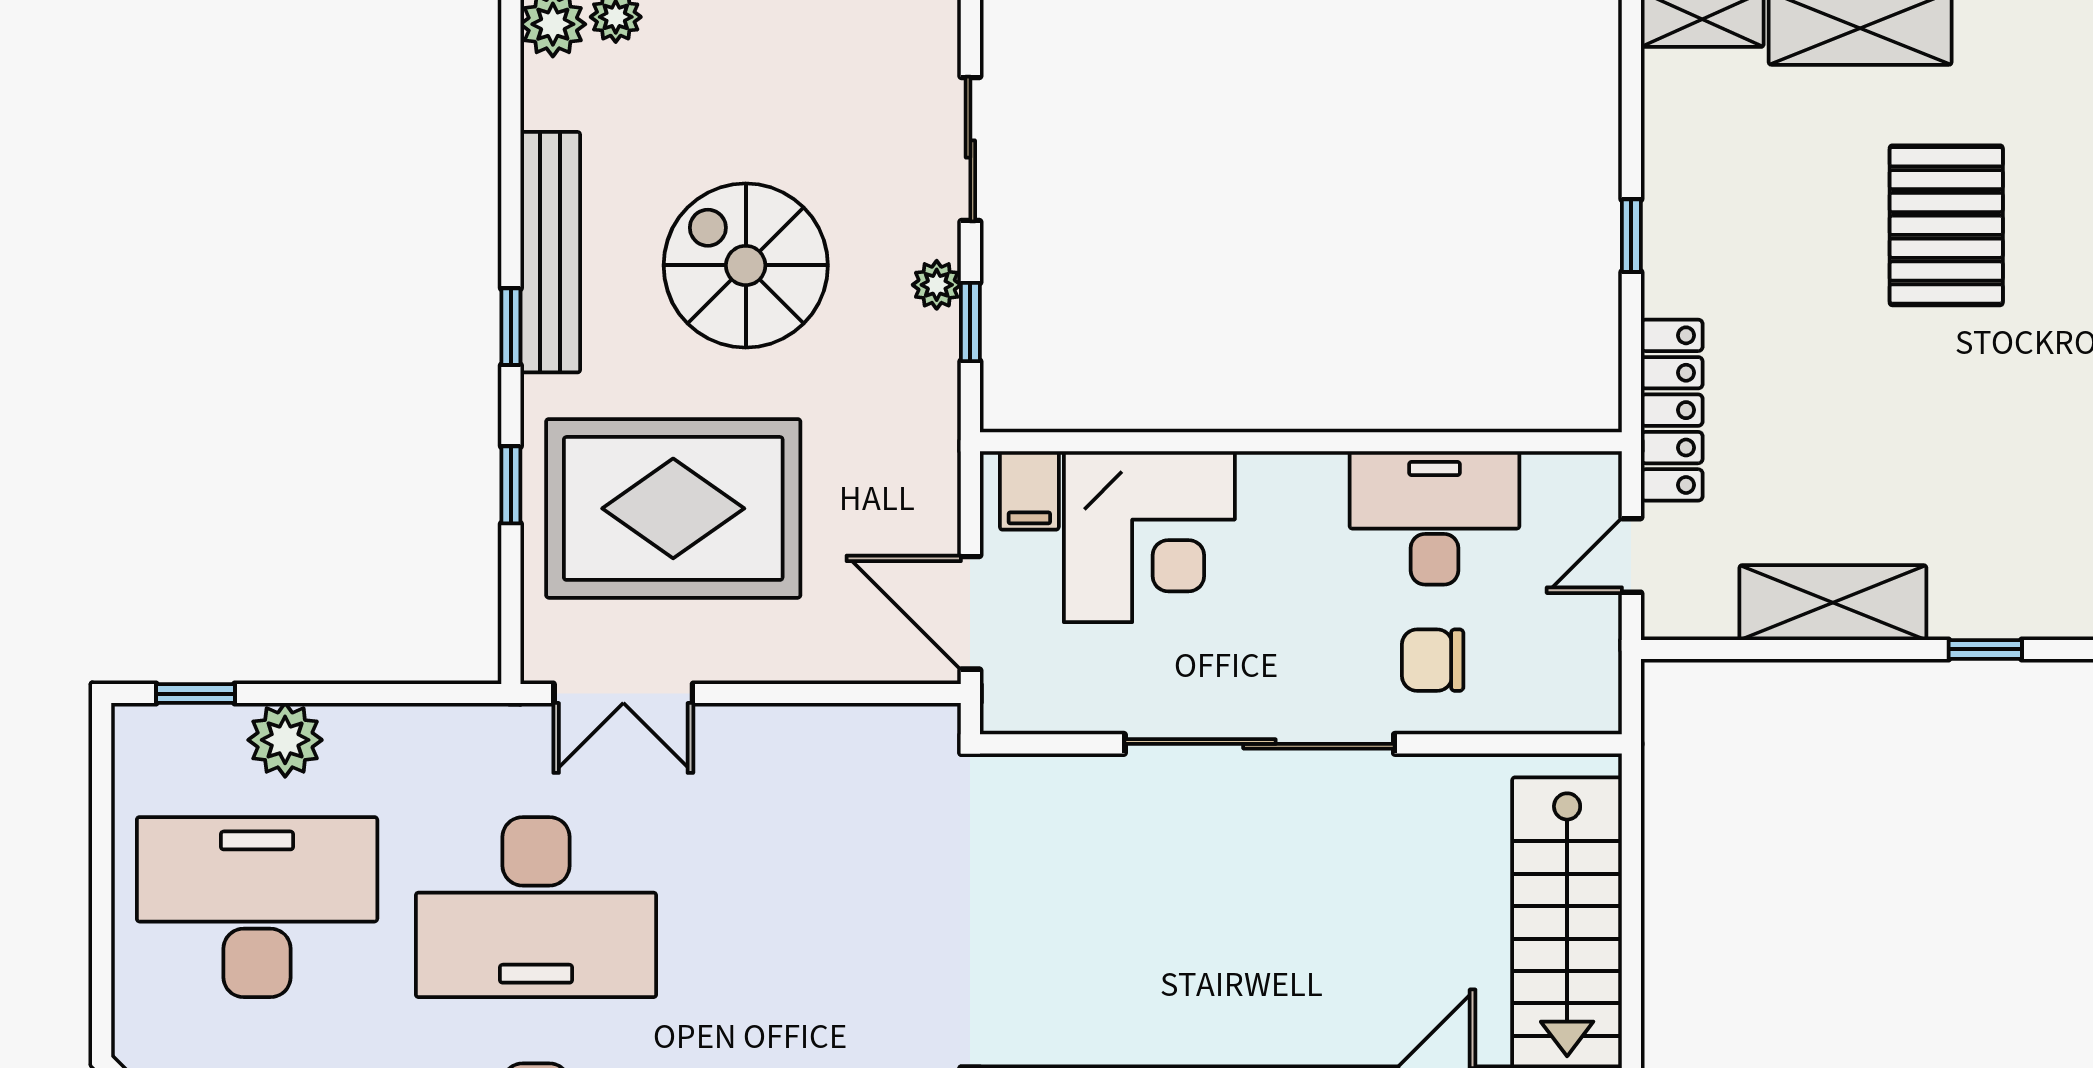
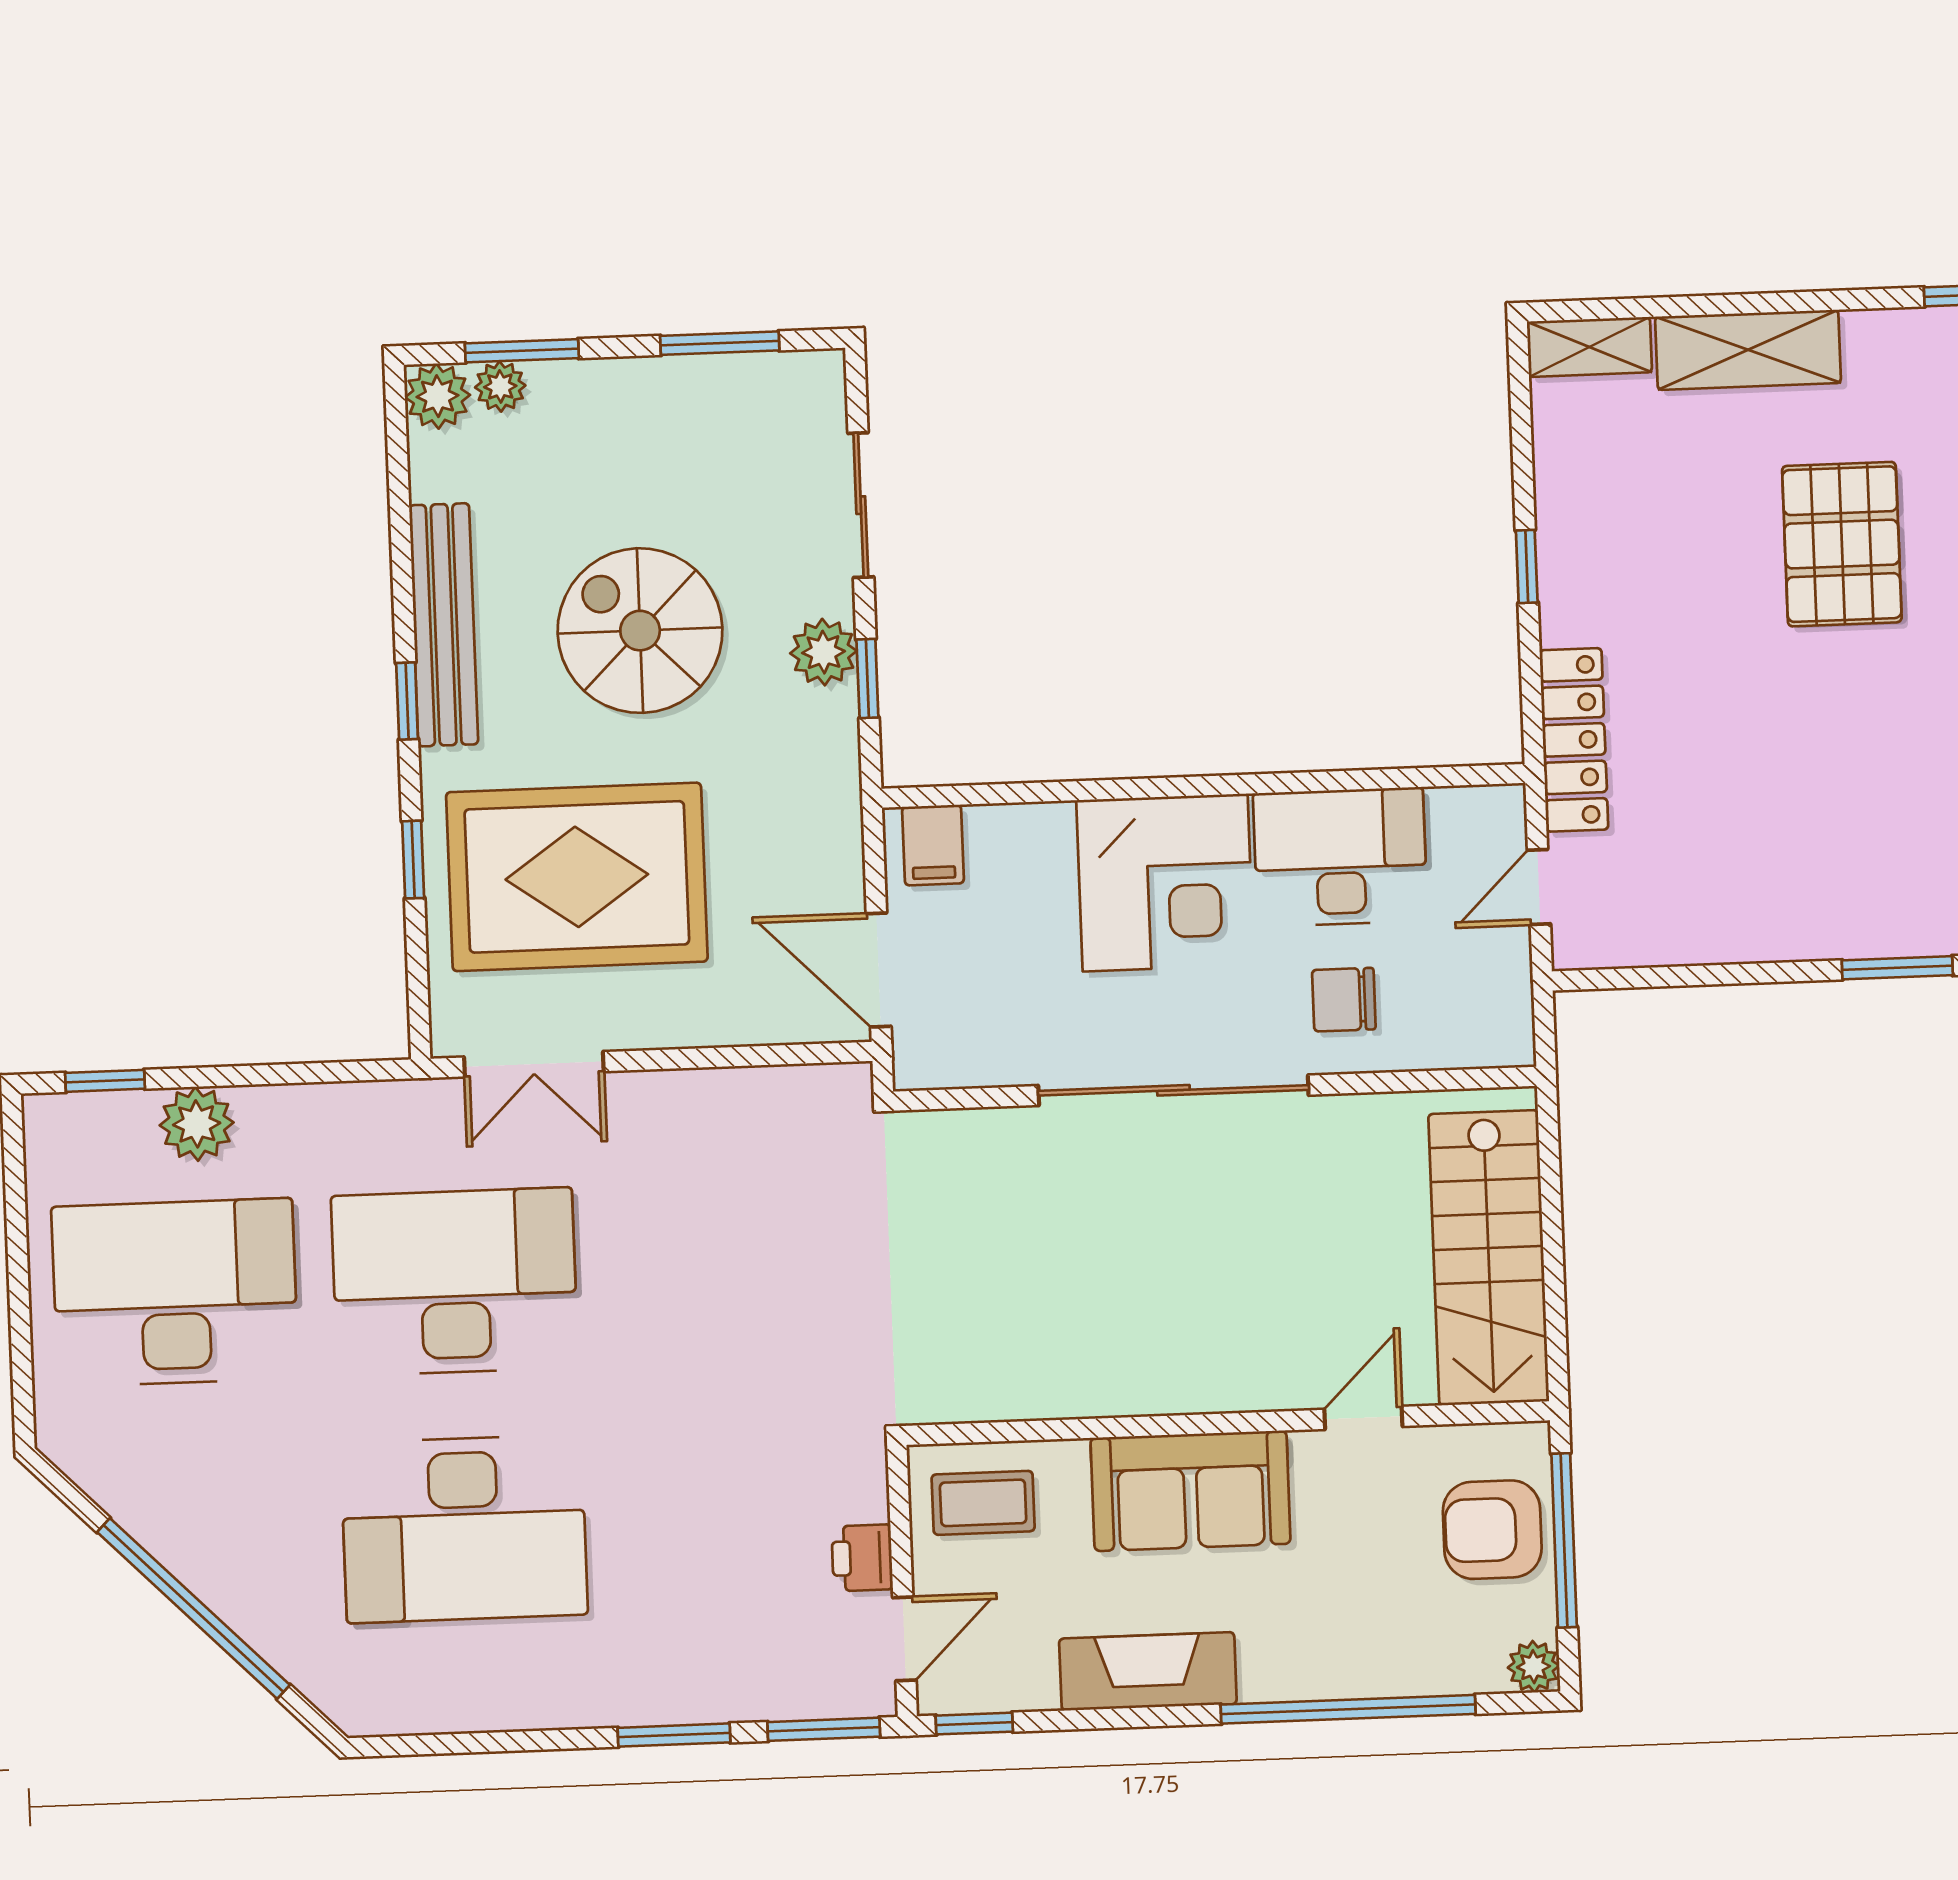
plant: (937, 285) -> (824, 652), width x1.38, depth x1.38
corner desk: (1149, 537) -> (1165, 883), moved
shelving: (1833, 603) -> (1743, 927), removed
window: (1985, 649) -> (1897, 968), width x1.50
desk: (536, 907) -> (455, 1282), turned 180

